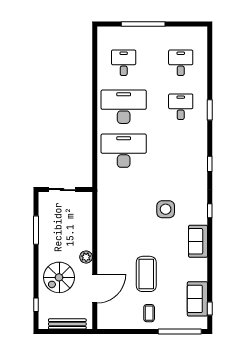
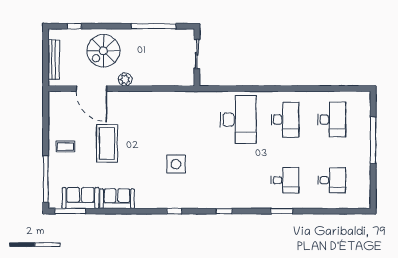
desk: (124, 63) -> (332, 120), width x1.37
desk: (124, 107) -> (285, 120), width x0.73, depth x0.77
window: (36, 230) -> (154, 26), width x1.46
sofa: (198, 241) -> (117, 199), moved
coffee table: (146, 274) -> (107, 144), turned 90
spiral stairs: (59, 277) -> (103, 51), turned -90
window: (210, 309) -> (70, 211), width x2.17

